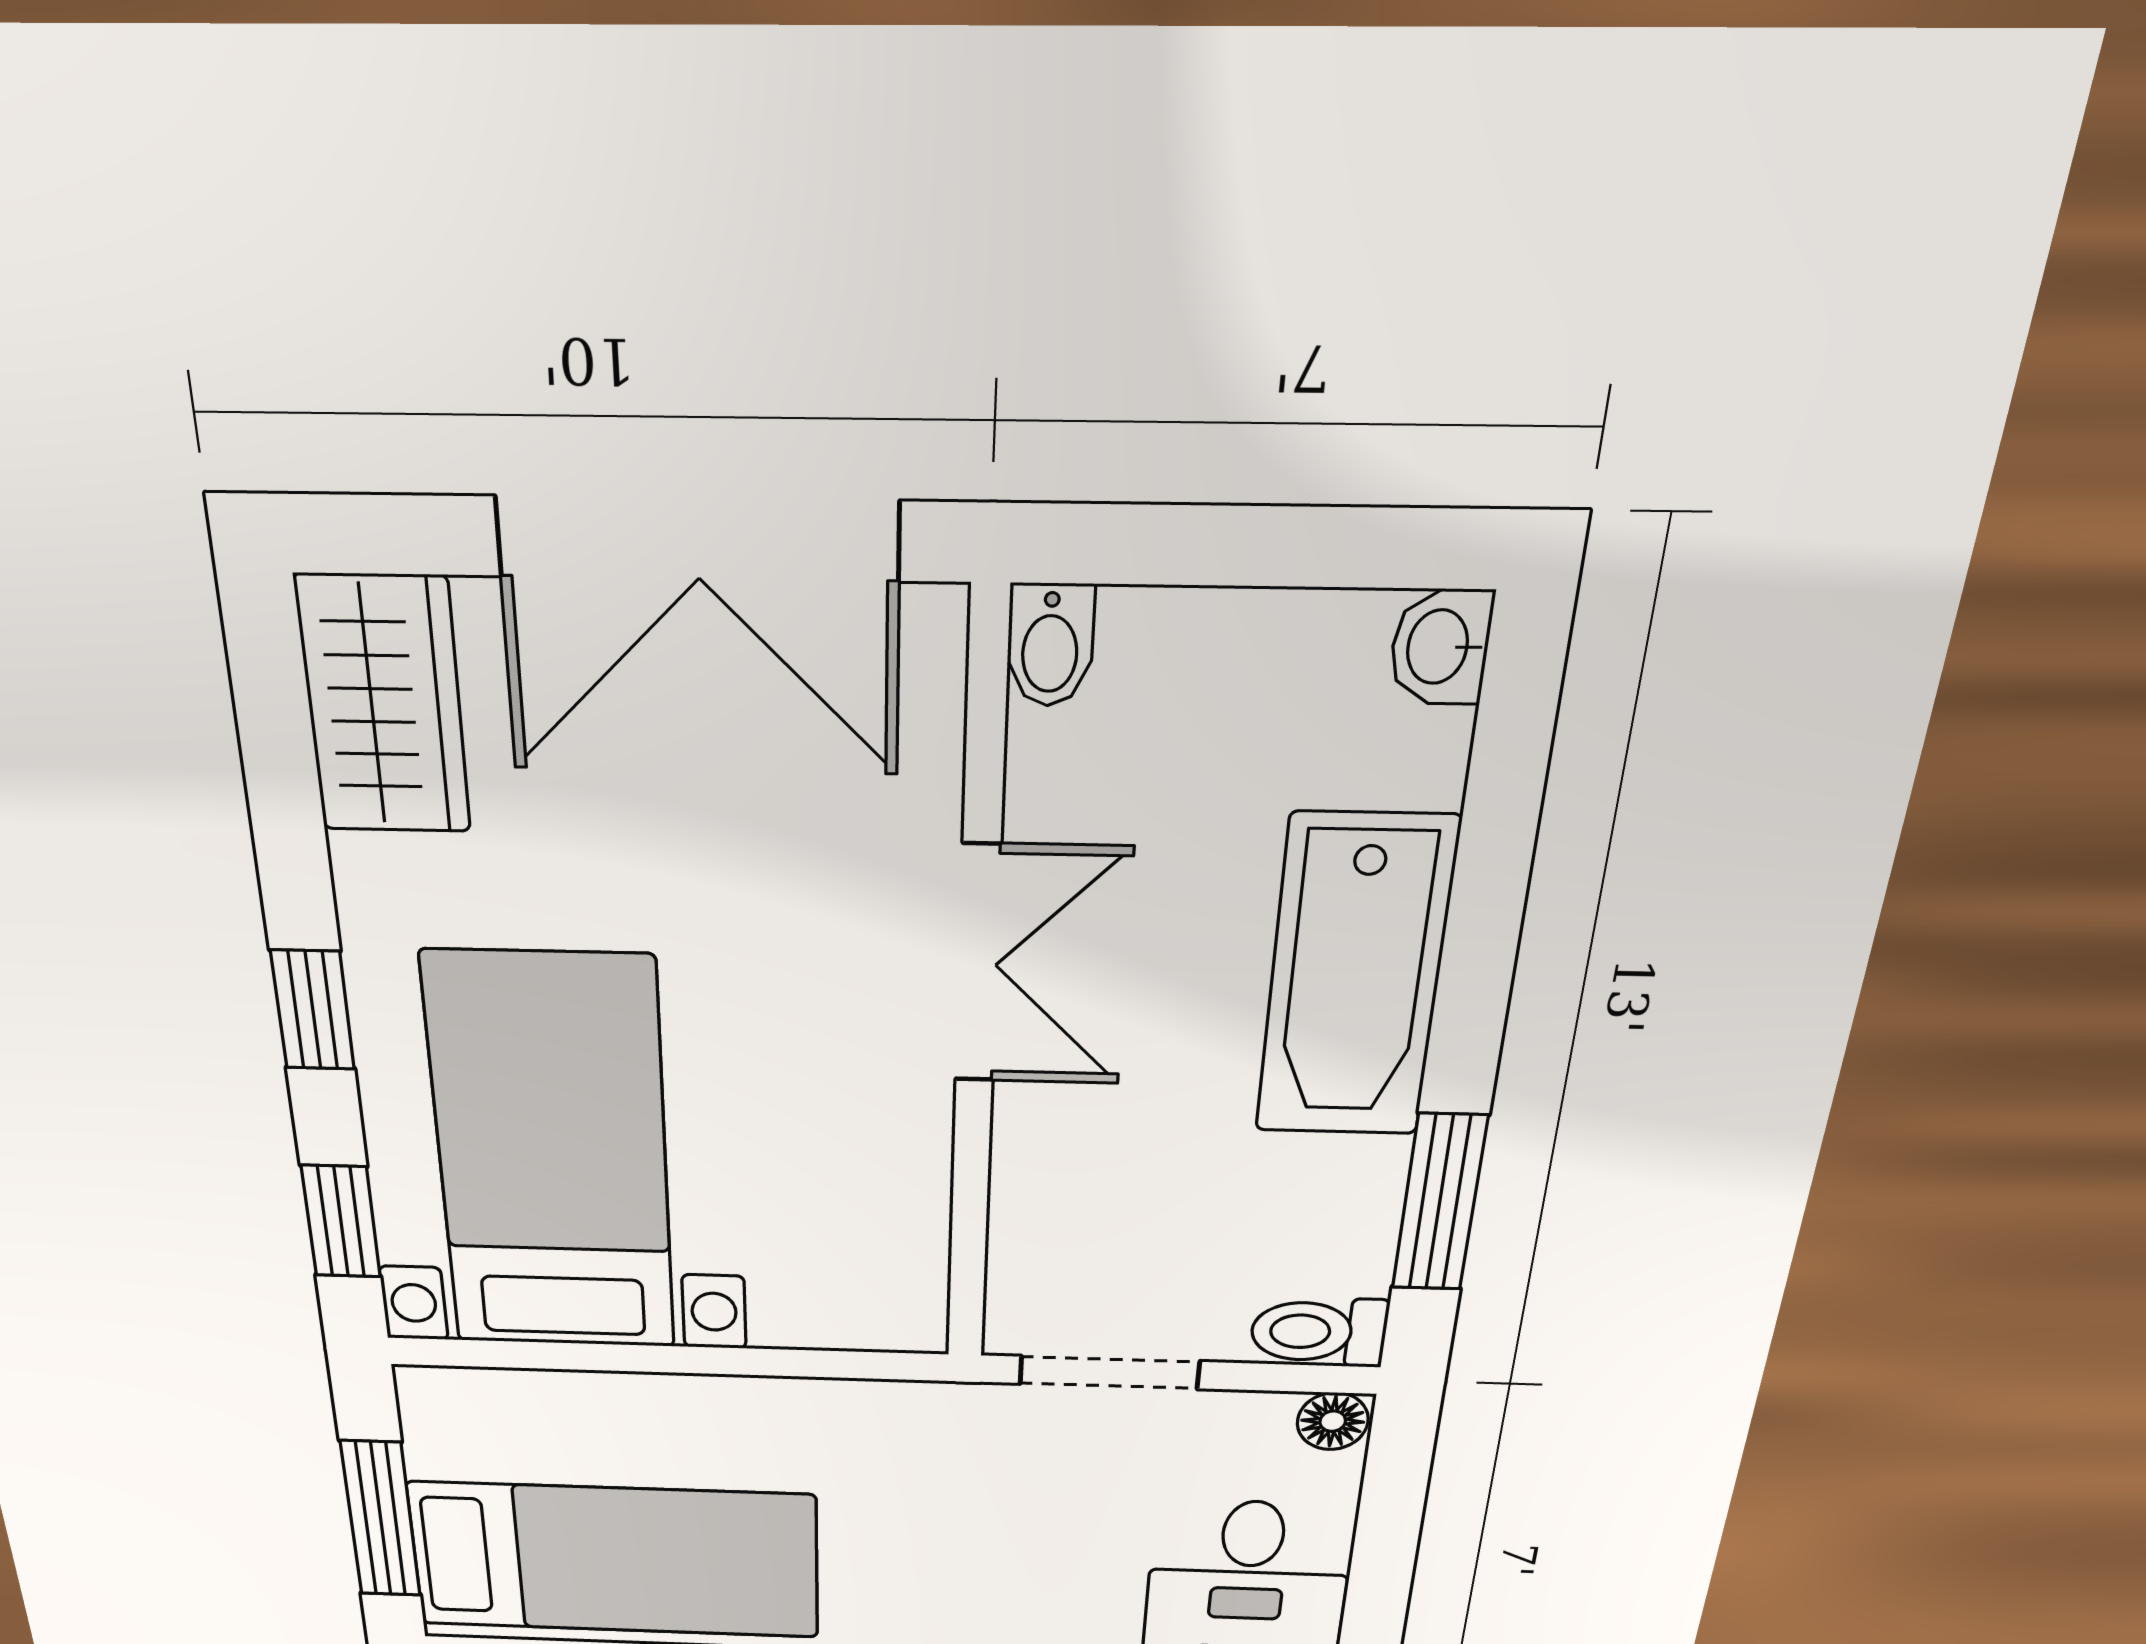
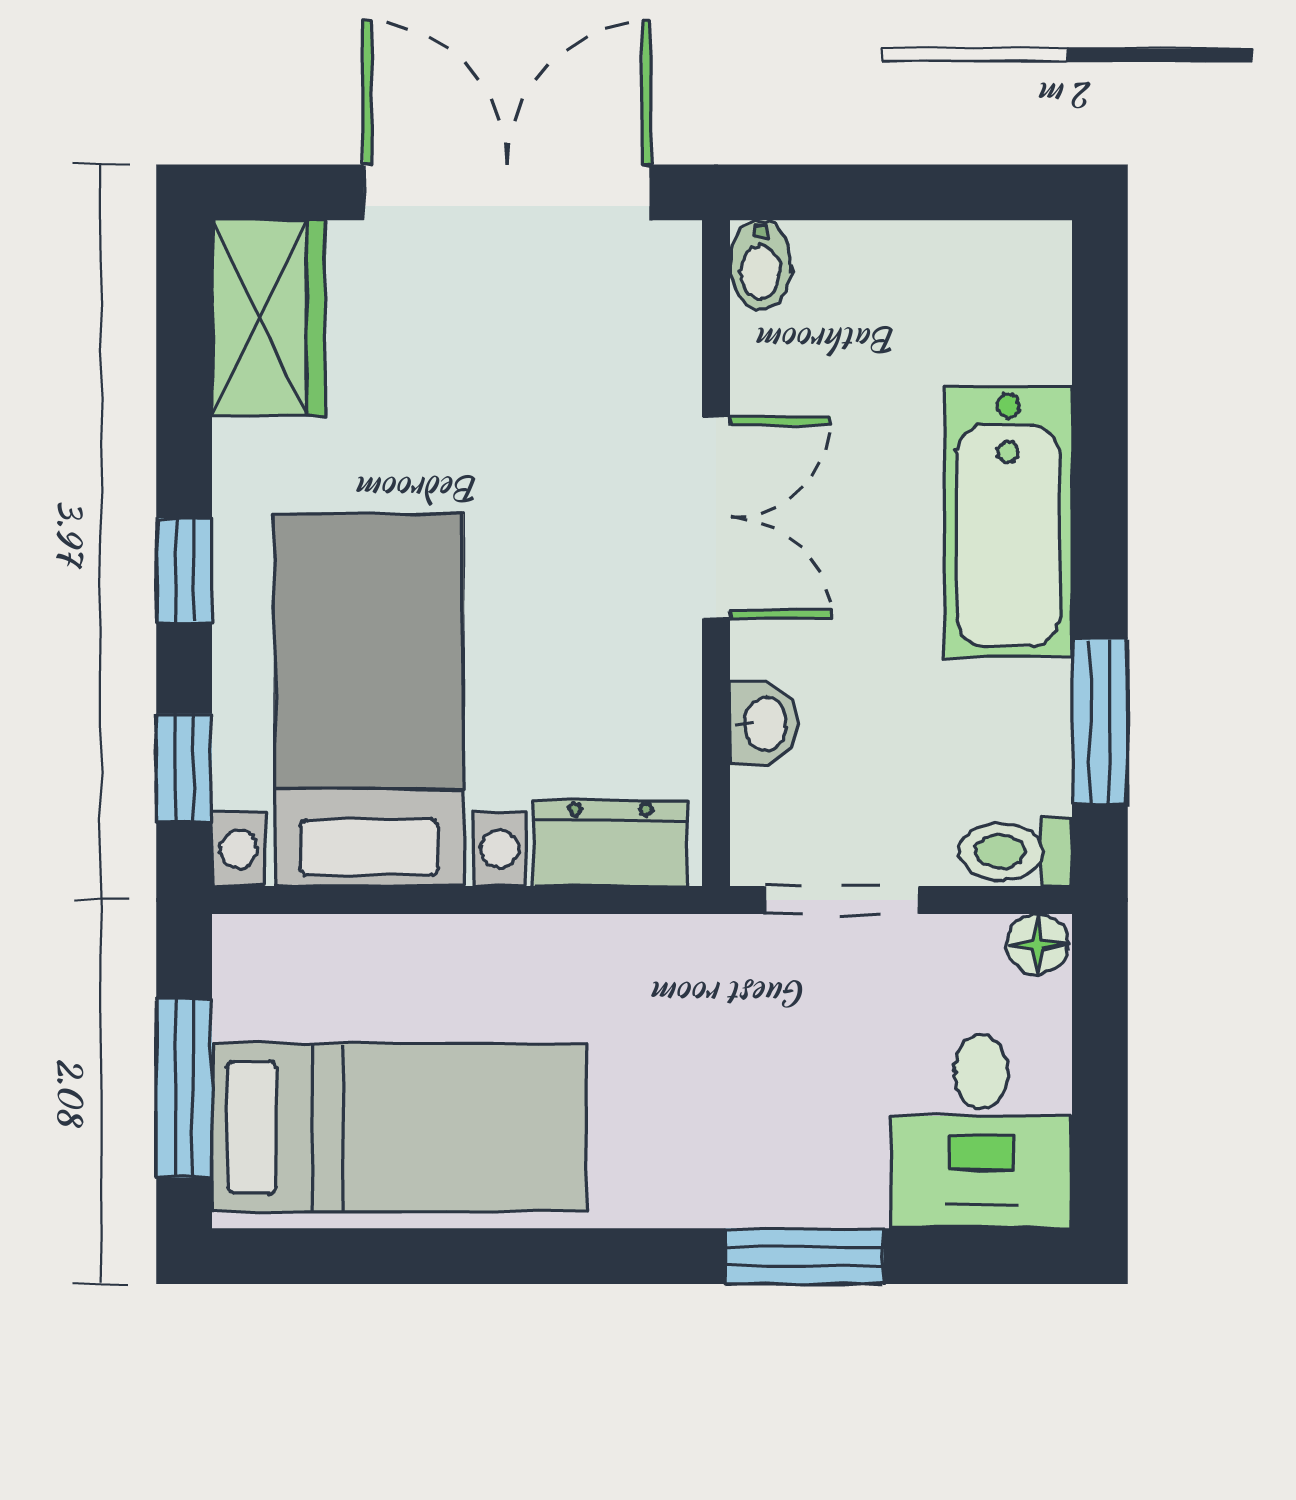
double door: (698, 539) -> (507, 192), swing flipped
washbasin: (1440, 647) -> (763, 724), moved, turned 180
dresser: (843, 1310) -> (610, 843), added

